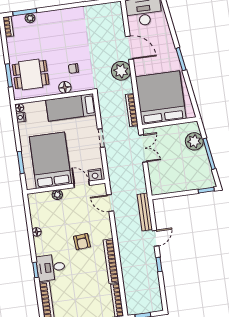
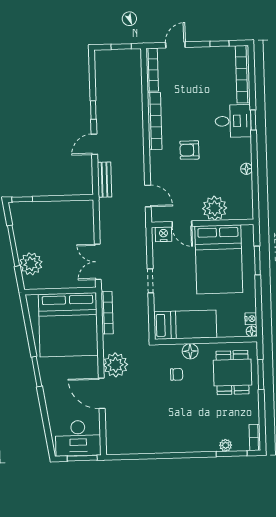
dining table: (31, 74) -> (232, 373), turned 90
plant: (57, 195) -> (215, 208), width x1.87, depth x1.87
bench: (145, 212) -> (104, 180), width x0.73
armchair: (82, 242) -> (189, 150), turned -85

